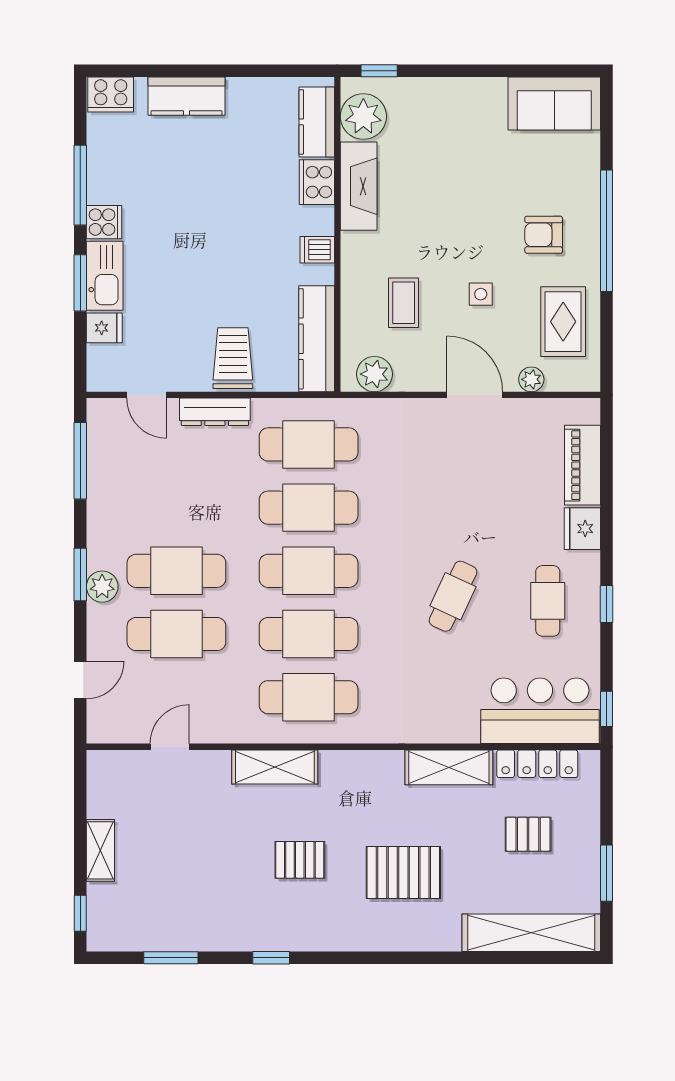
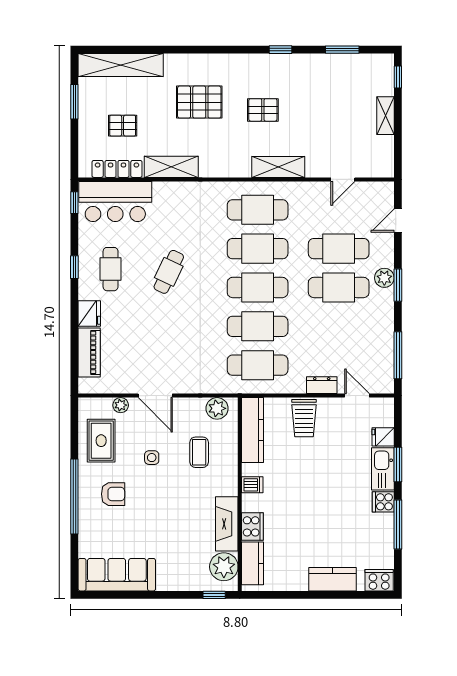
sofa: (554, 104) -> (117, 575), width x1.36
dresser: (215, 412) -> (322, 385), width x0.70

